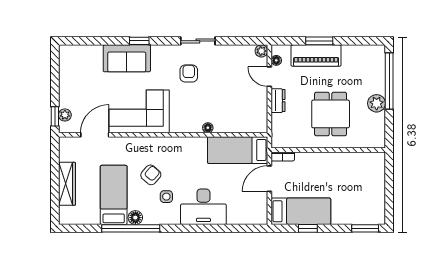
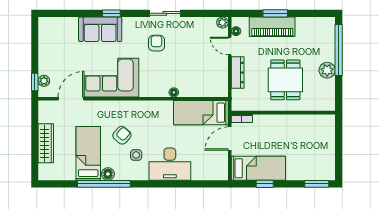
dresser: (278, 101) -> (238, 73), width x1.44

